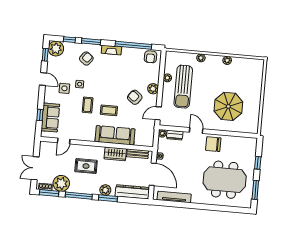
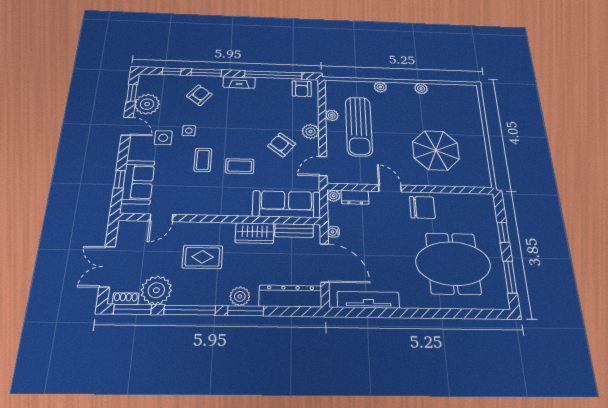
plant: (56, 49) -> (147, 104), moved
sofa: (115, 135) -> (287, 204), moved
chair: (213, 144) -> (422, 207), turned 180

